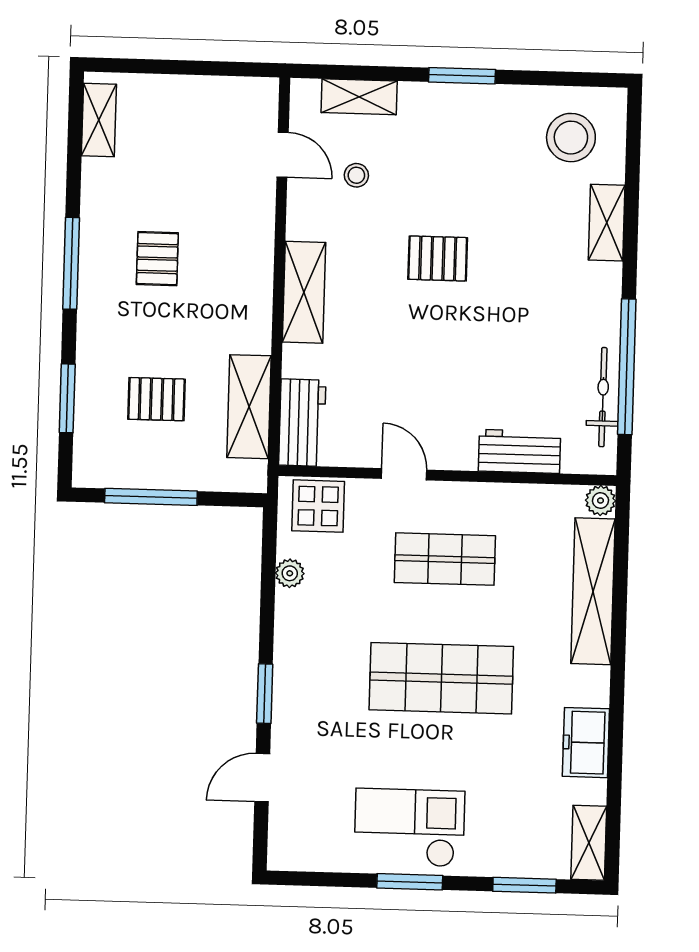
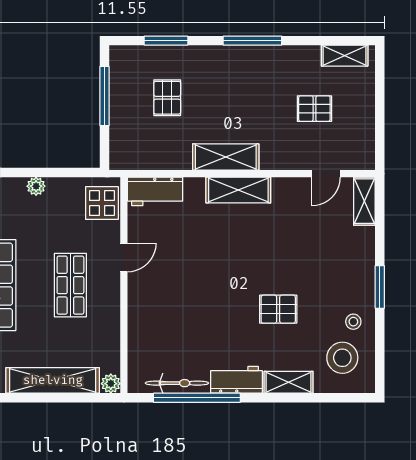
shelving: (359, 97) -> (364, 201), moved
stool: (356, 175) -> (353, 322), moved
pallet: (438, 258) -> (278, 309), moved, turned 90
pallet: (157, 259) -> (314, 109), moved
shelving: (249, 407) -> (226, 157), moved
workbench: (520, 451) -> (236, 380), moved, turned -90
plant: (290, 573) -> (36, 186), moved

